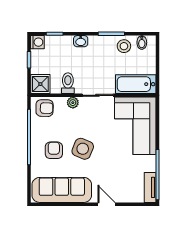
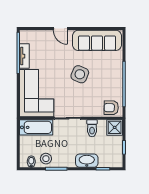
washbasin: (81, 41) -> (87, 161), width x1.91, depth x1.45
washing machine: (37, 42) -> (117, 162), removed
plant: (73, 103) -> (88, 112), removed
armchair: (54, 150) -> (104, 73), removed
tv unit: (150, 187) -> (24, 56), moved

